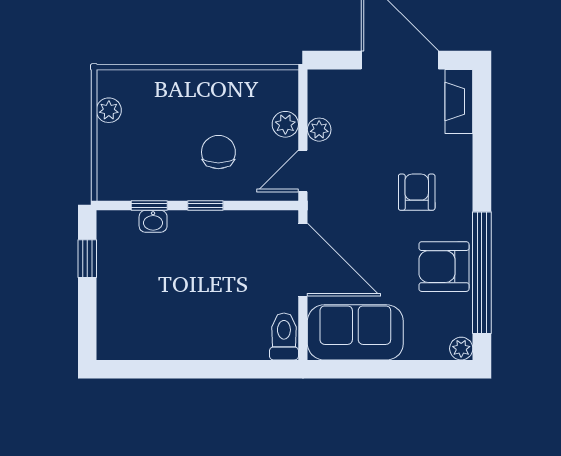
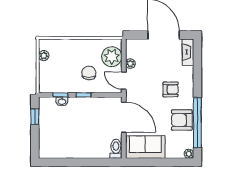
plant: (285, 124) -> (112, 57), width x1.87, depth x1.87
door: (303, 171) -> (124, 81), hinge flipped
armchair: (417, 192) -> (171, 89), turned 90

